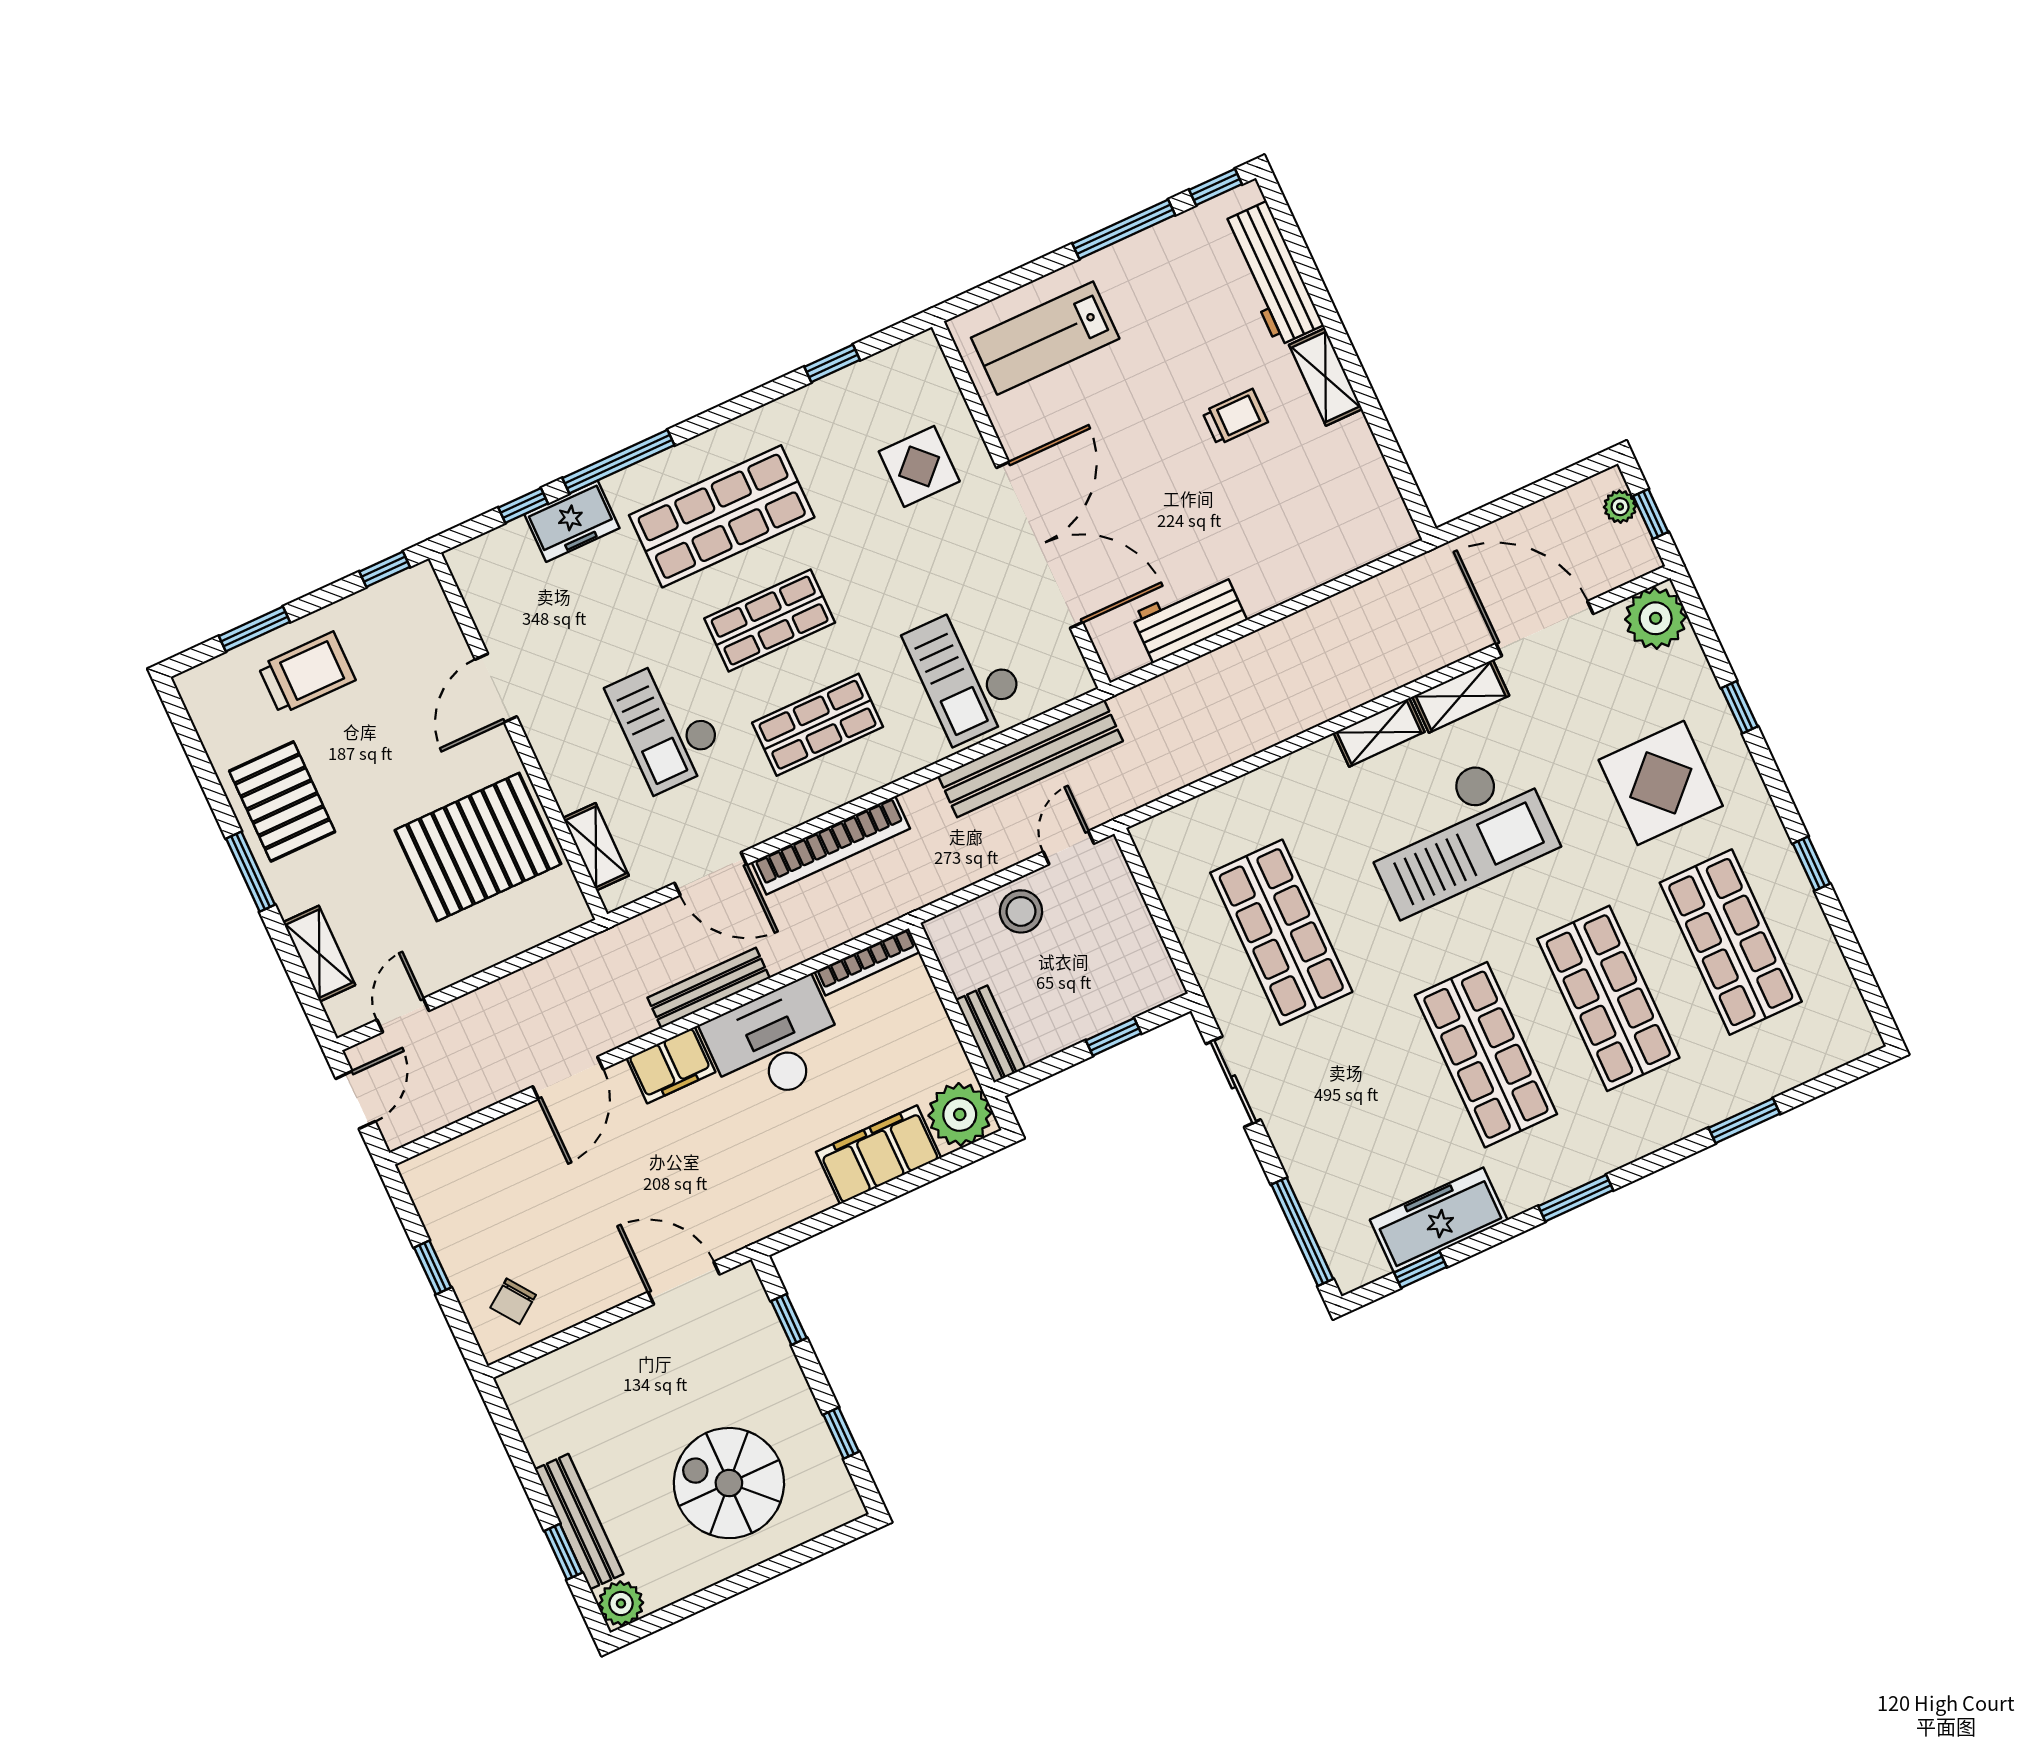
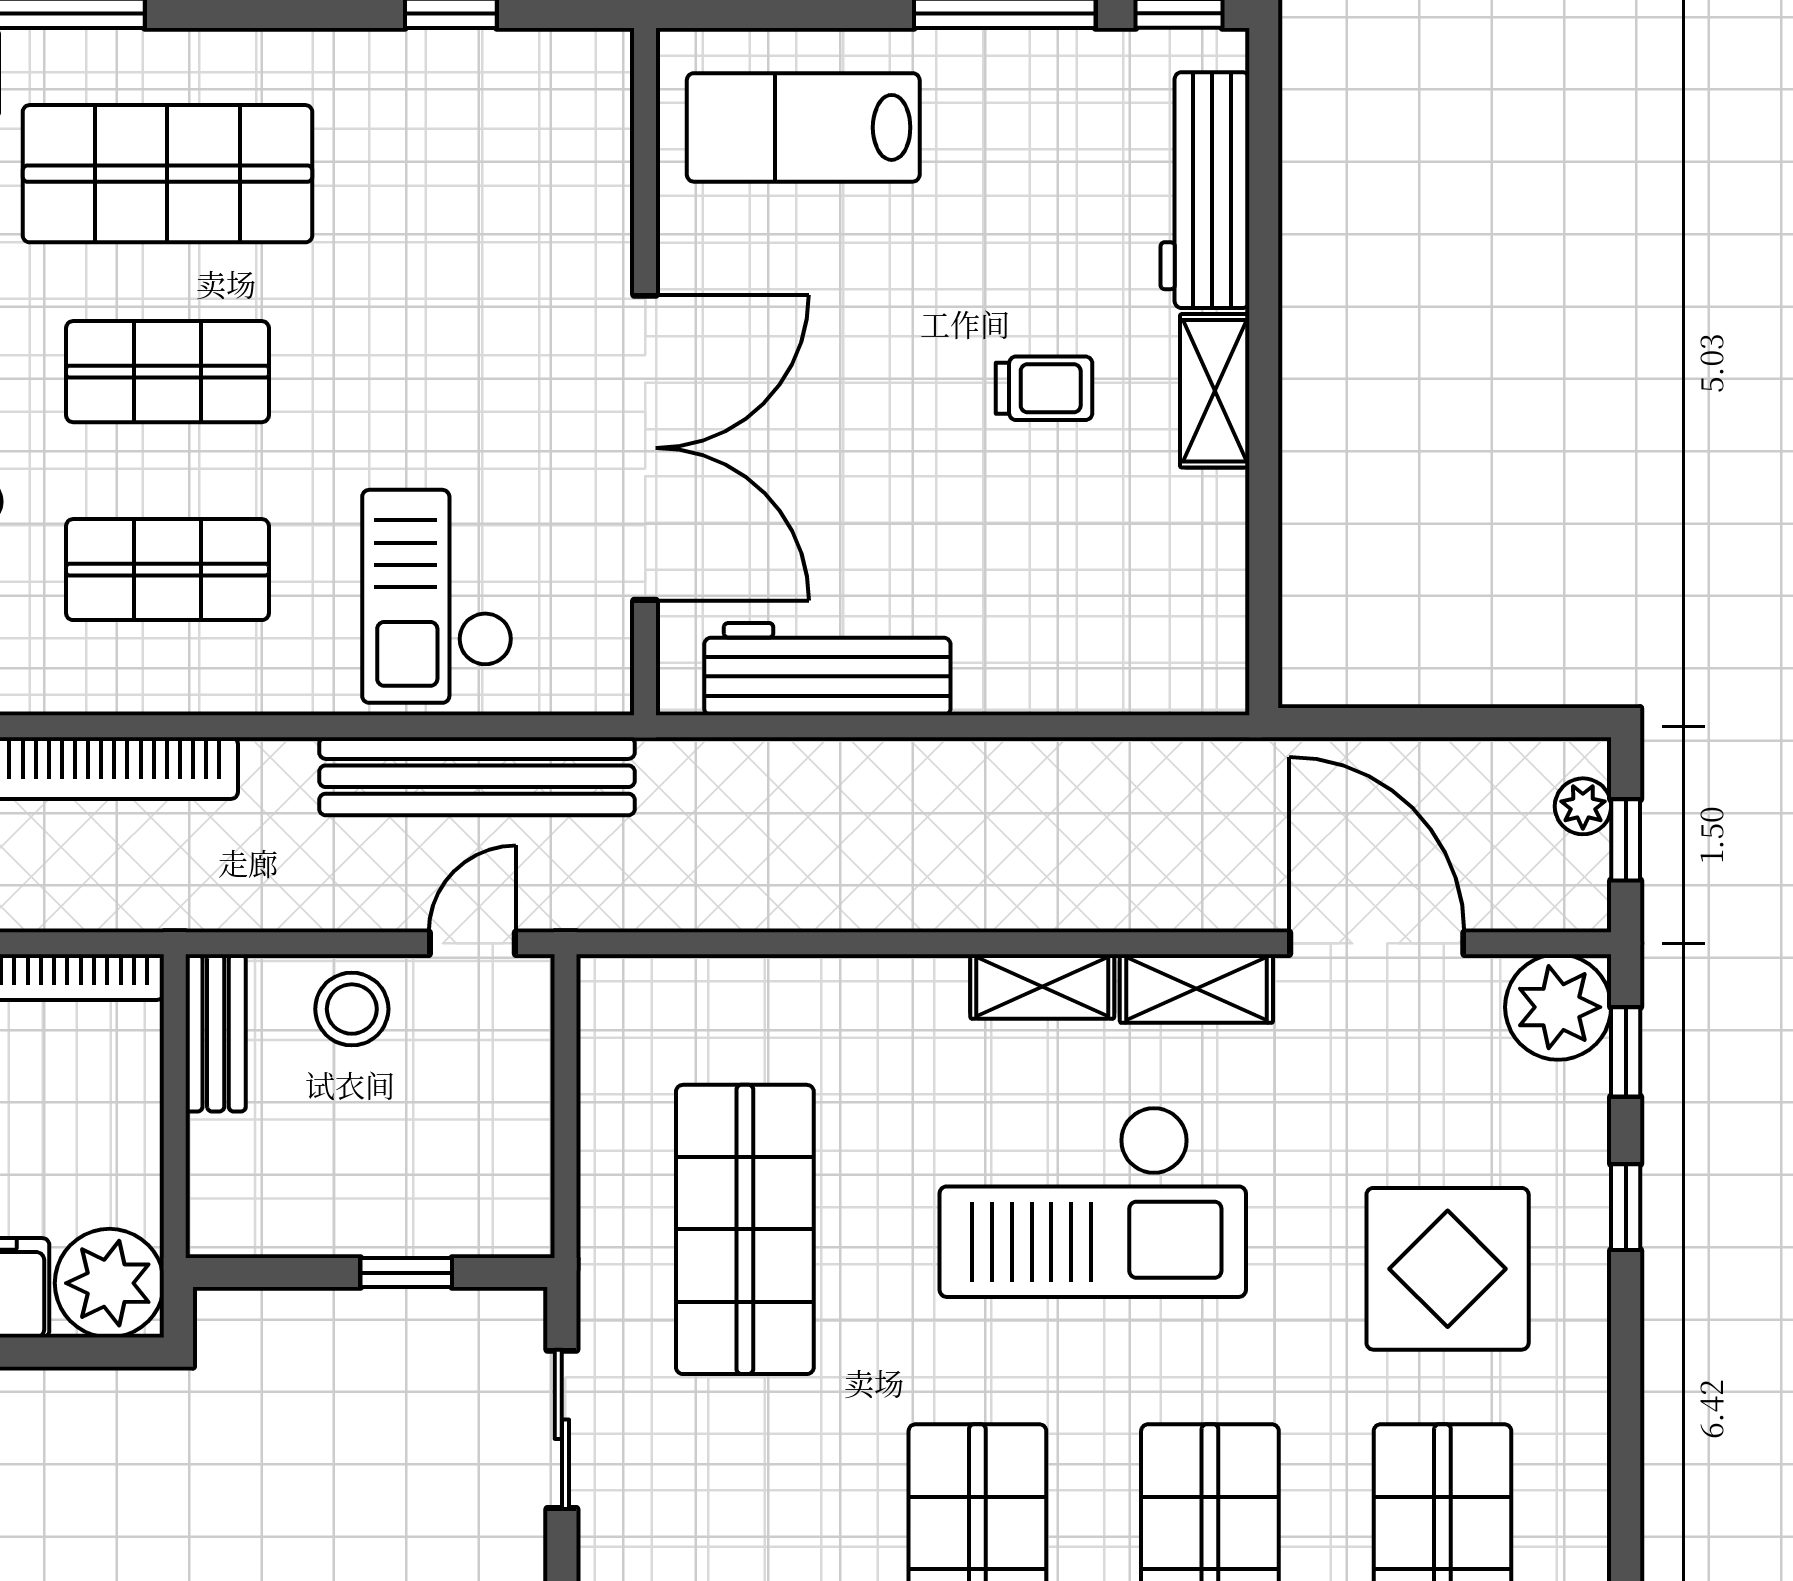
display table: (919, 466) -> (513, 238), removed
workbench: (1189, 617) -> (827, 669), width x1.38
window: (1811, 864) -> (1626, 1052), moved
bench: (991, 1034) -> (216, 1033), moved

